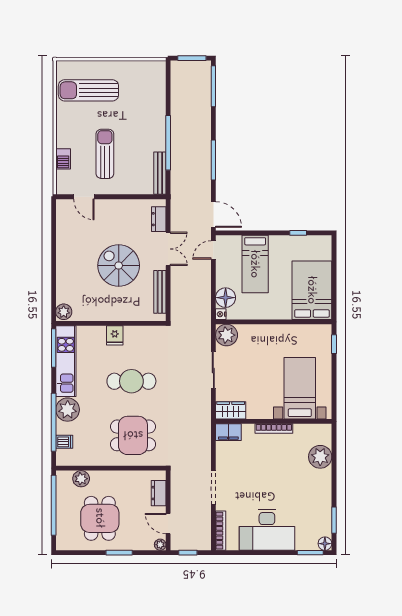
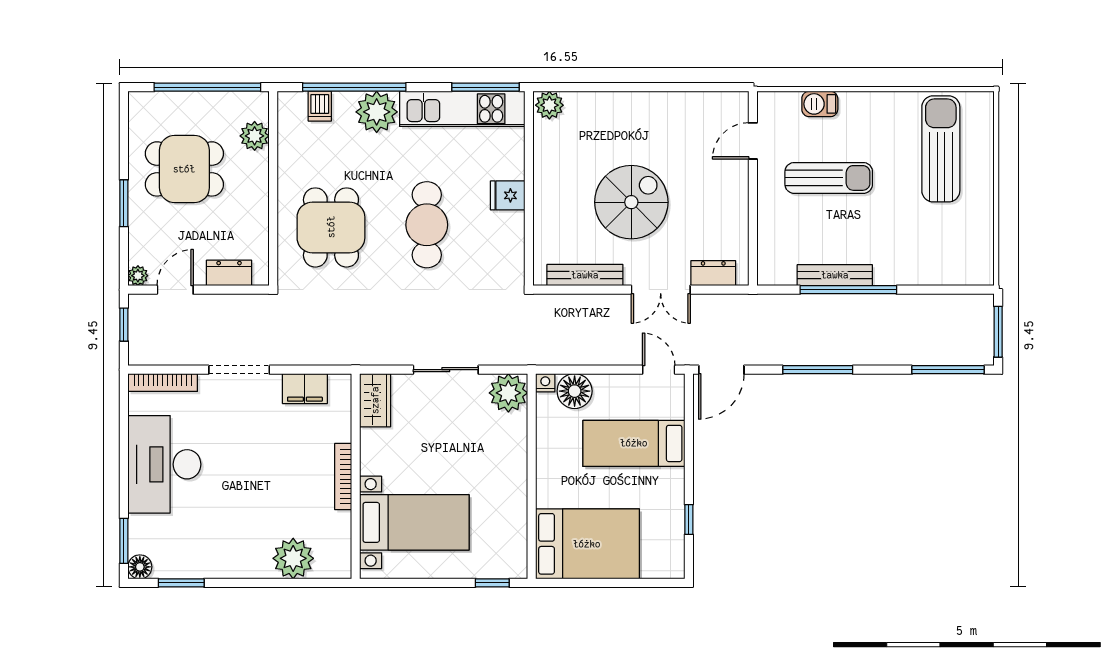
bench: (160, 173) -> (835, 275), moved
filing cabinet: (228, 432) -> (305, 389), moved, turned -90

